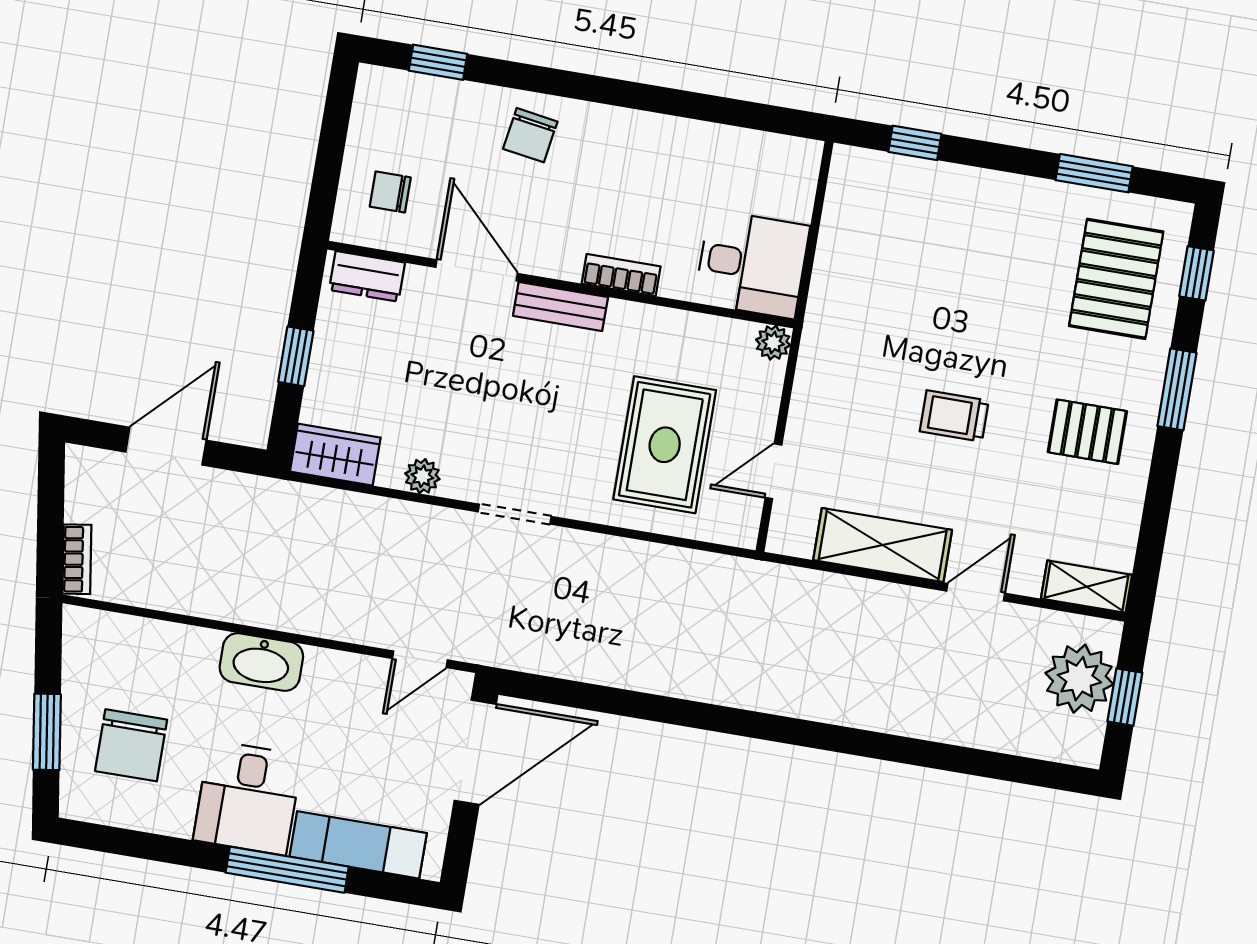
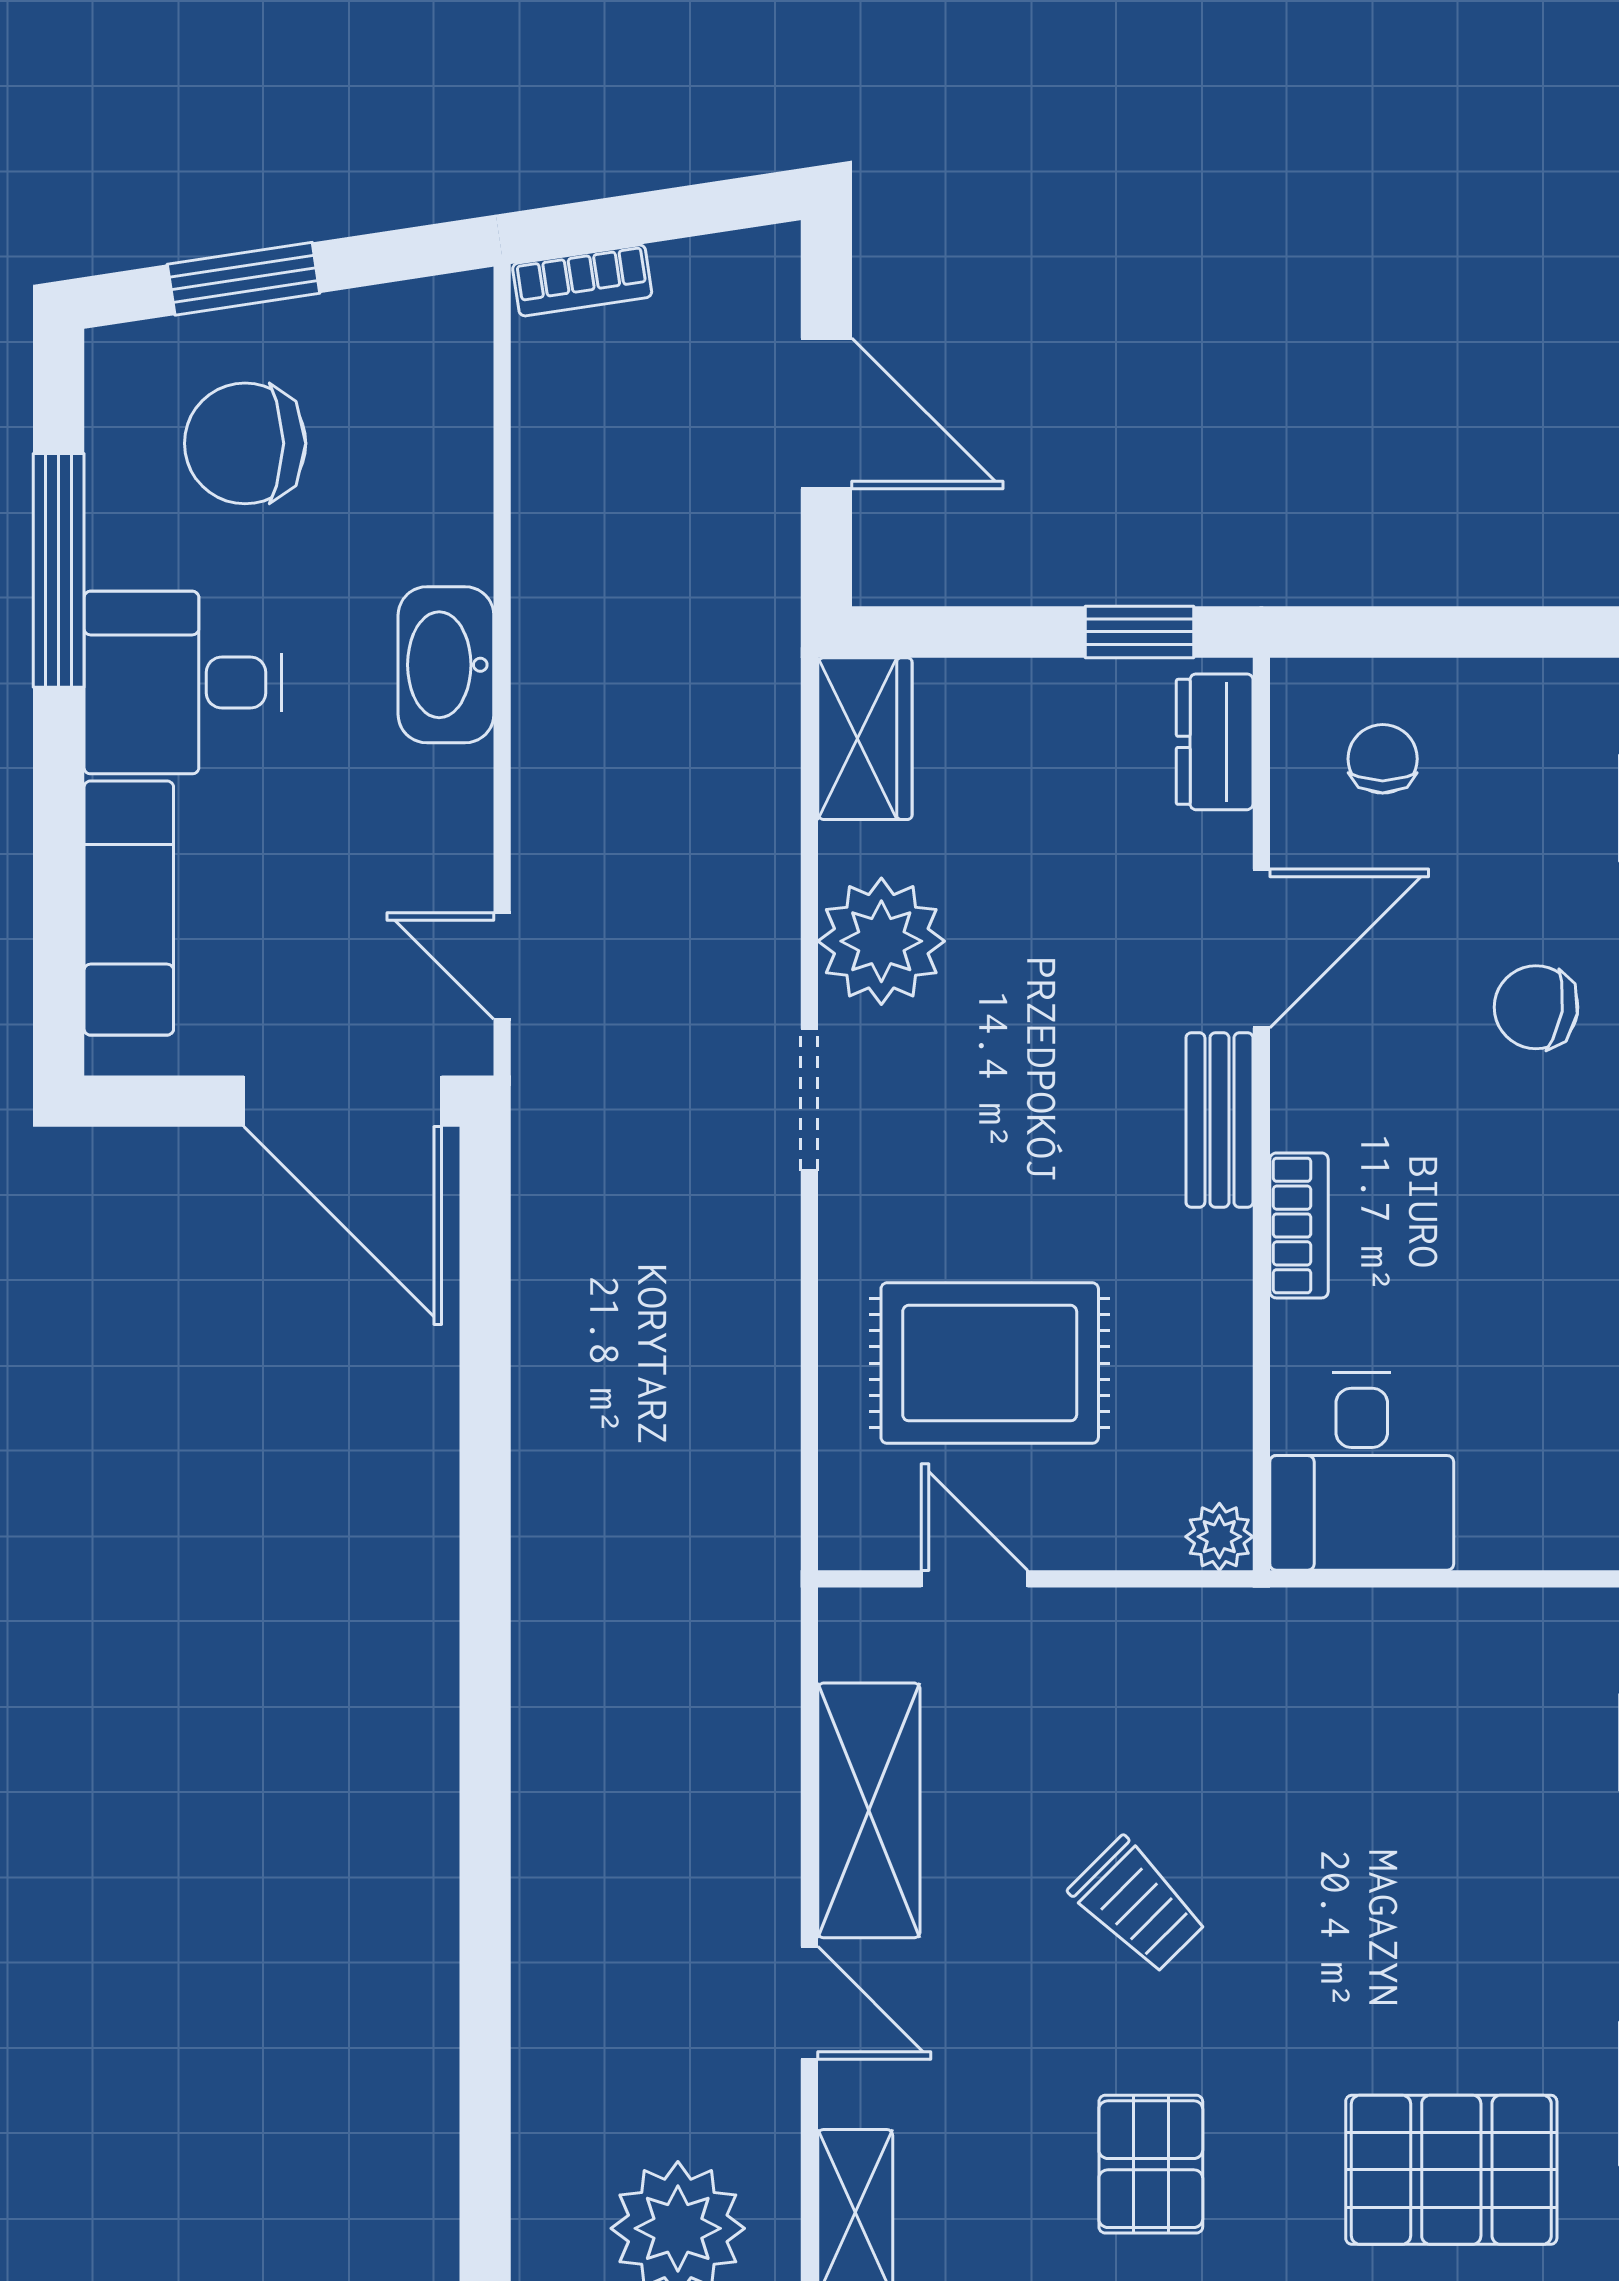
window: (296, 356) -> (1140, 632), moved
trolley: (954, 416) -> (1138, 1905), turned 135
plant: (422, 476) -> (881, 941), width x1.88, depth x1.88
window: (287, 870) -> (59, 570), moved

